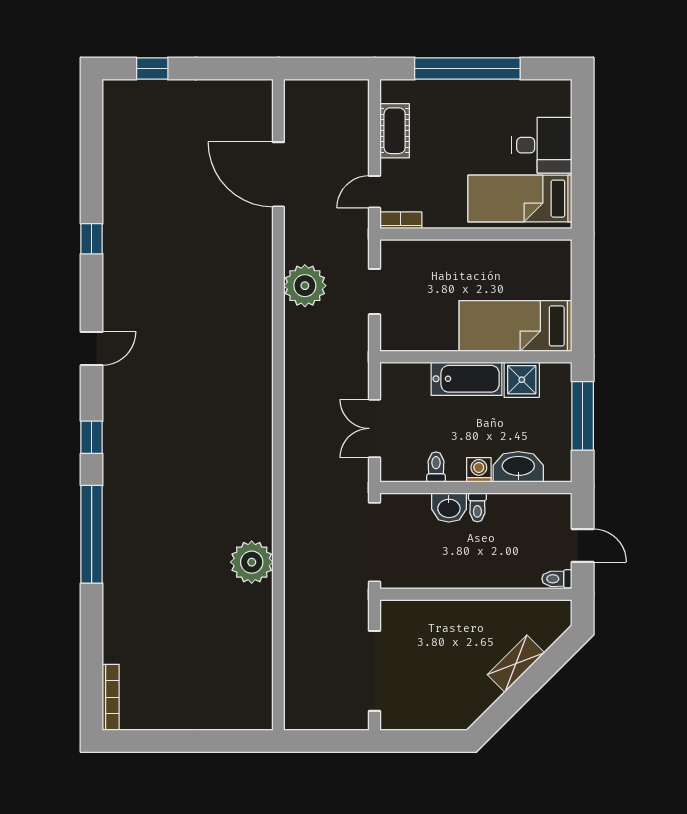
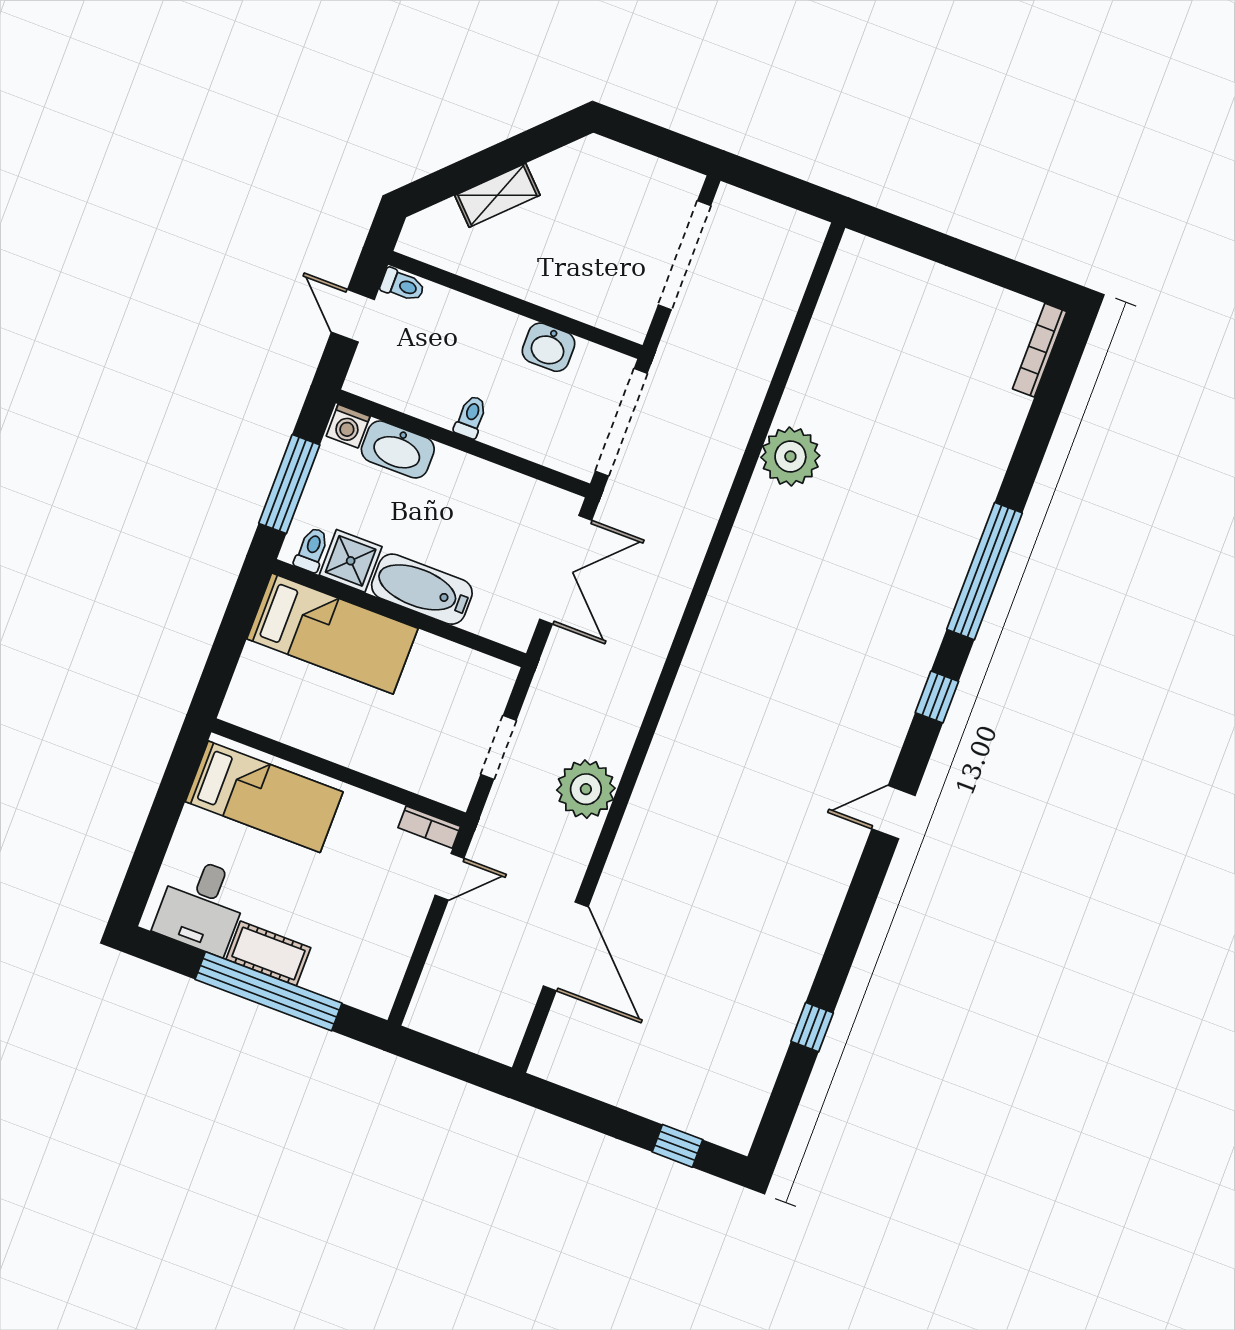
cot: (395, 131) -> (268, 953), moved, turned 90
desk: (542, 145) -> (202, 906), moved, turned -90
window: (92, 239) -> (812, 1027), moved
double door: (374, 428) -> (566, 570), width x1.37
toilet: (436, 467) -> (312, 550), moved, turned 180
washing machine: (479, 470) -> (348, 426), moved
washbasin: (449, 508) -> (548, 347), moved, turned 180

